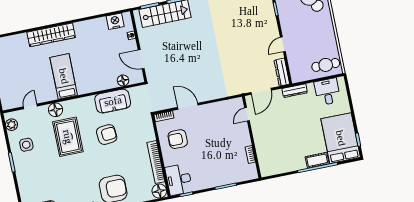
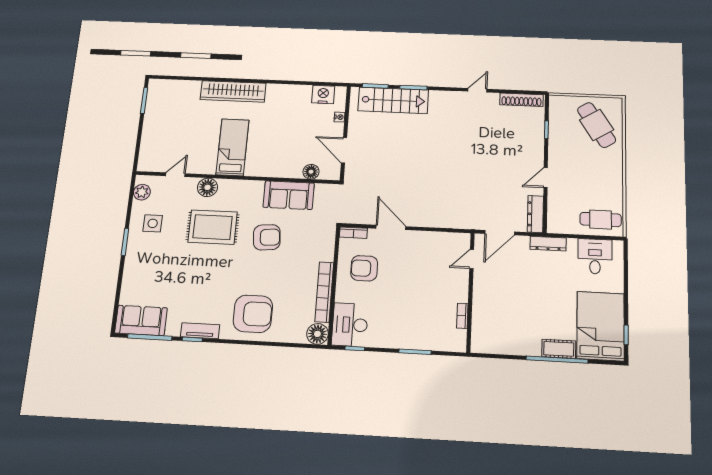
rug: (68, 137) -> (213, 227), turned 90

